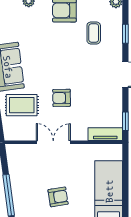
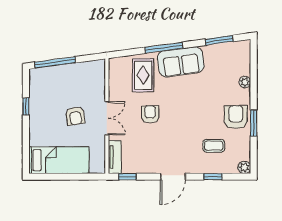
double door: (53, 142) -> (107, 118), moved
armchair: (58, 197) -> (75, 116), moved

